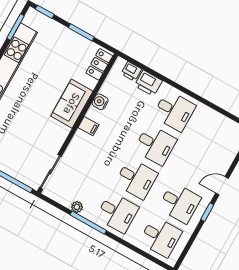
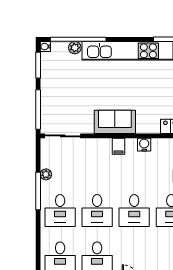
sofa: (72, 104) -> (115, 122), moved

